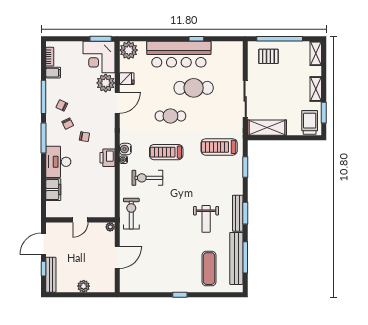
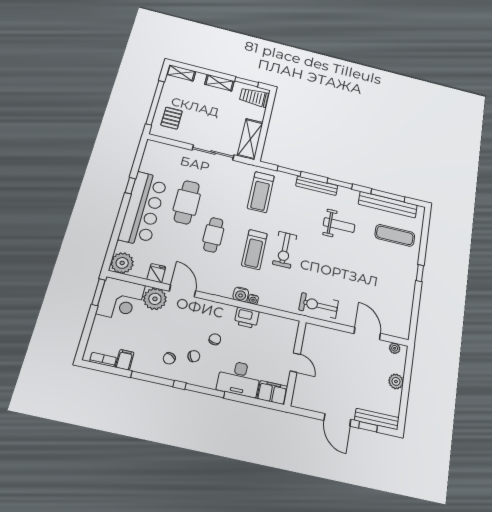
exercise bike: (147, 178) -> (285, 250), moved
bench: (238, 213) -> (317, 186), moved
door: (80, 220) -> (295, 363), moved
wall: (80, 220) -> (295, 363), moved
plant: (110, 227) -> (395, 348), moved

